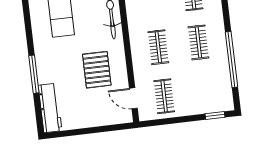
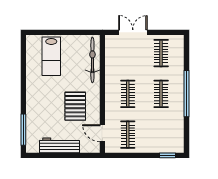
window: (232, 60) -> (187, 94), moved
window: (34, 74) -> (23, 130), moved
workbench: (50, 108) -> (59, 145), moved, turned -90

